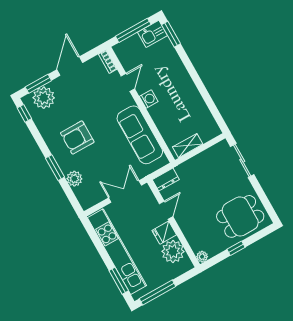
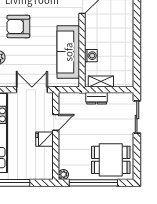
washing machine: (149, 99) -> (91, 56), moved
dresser: (166, 180) -> (97, 98), moved
window: (236, 248) -> (93, 183), width x3.17
plant: (173, 251) -> (43, 158), removed

